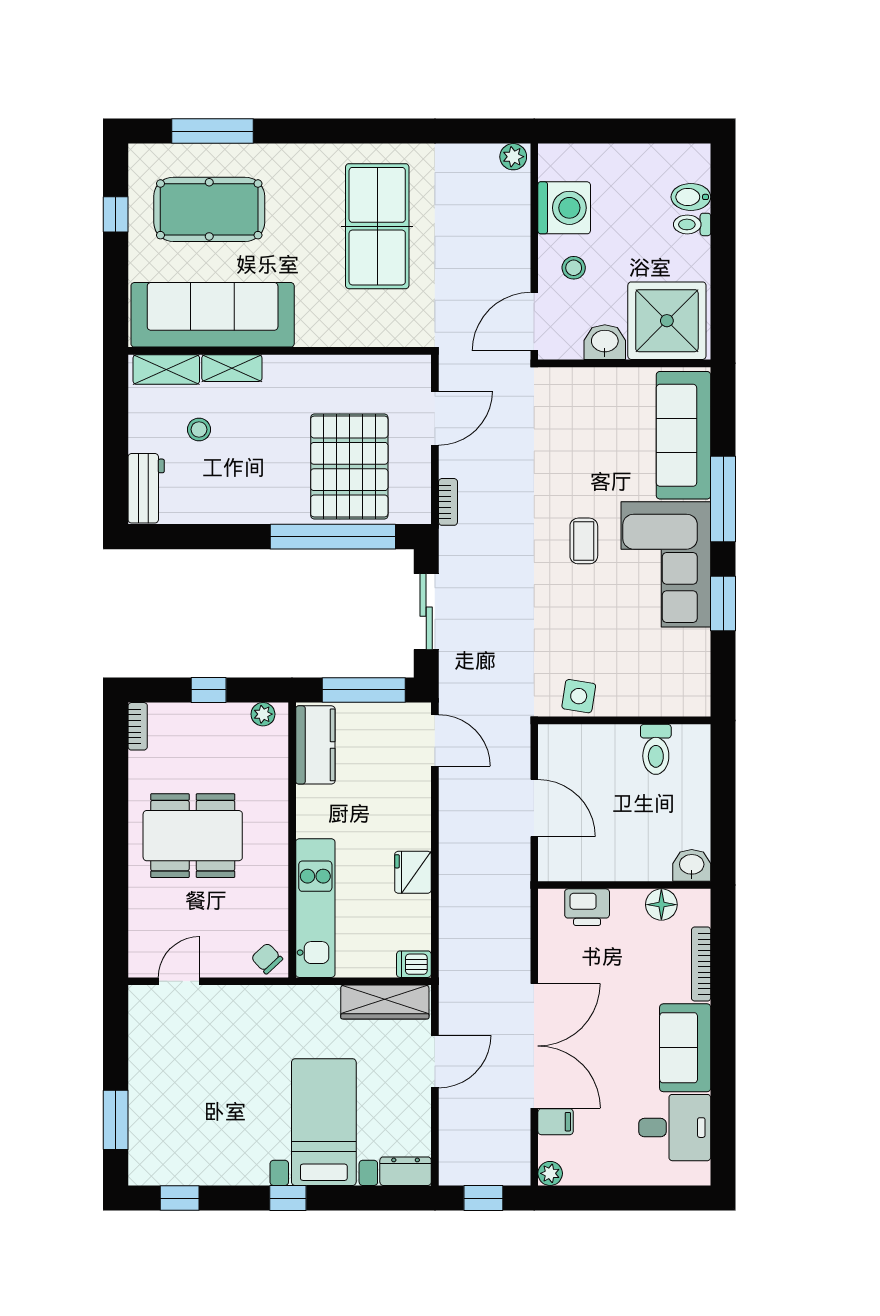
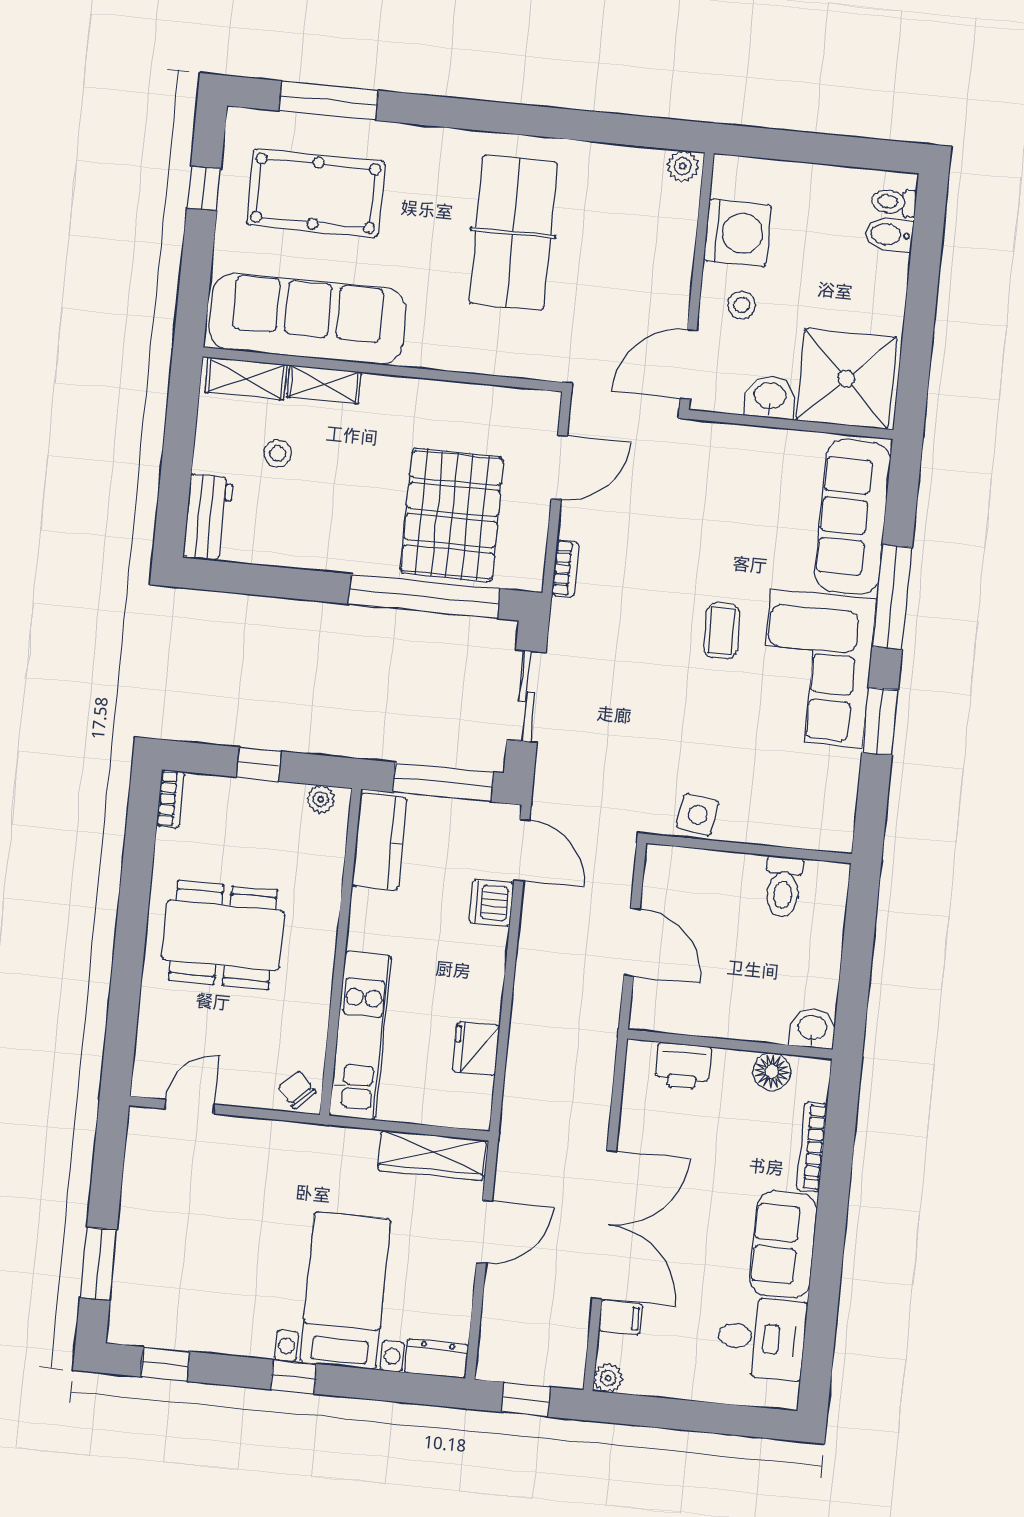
toilet: (692, 224) -> (894, 202), moved
fridge: (413, 872) -> (476, 1049), moved
dishwasher: (414, 964) -> (491, 903), moved, width x1.38

